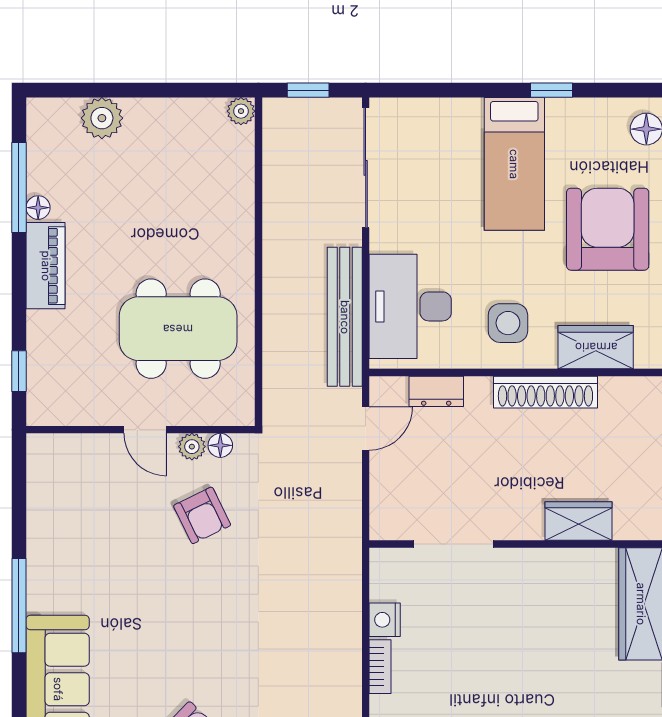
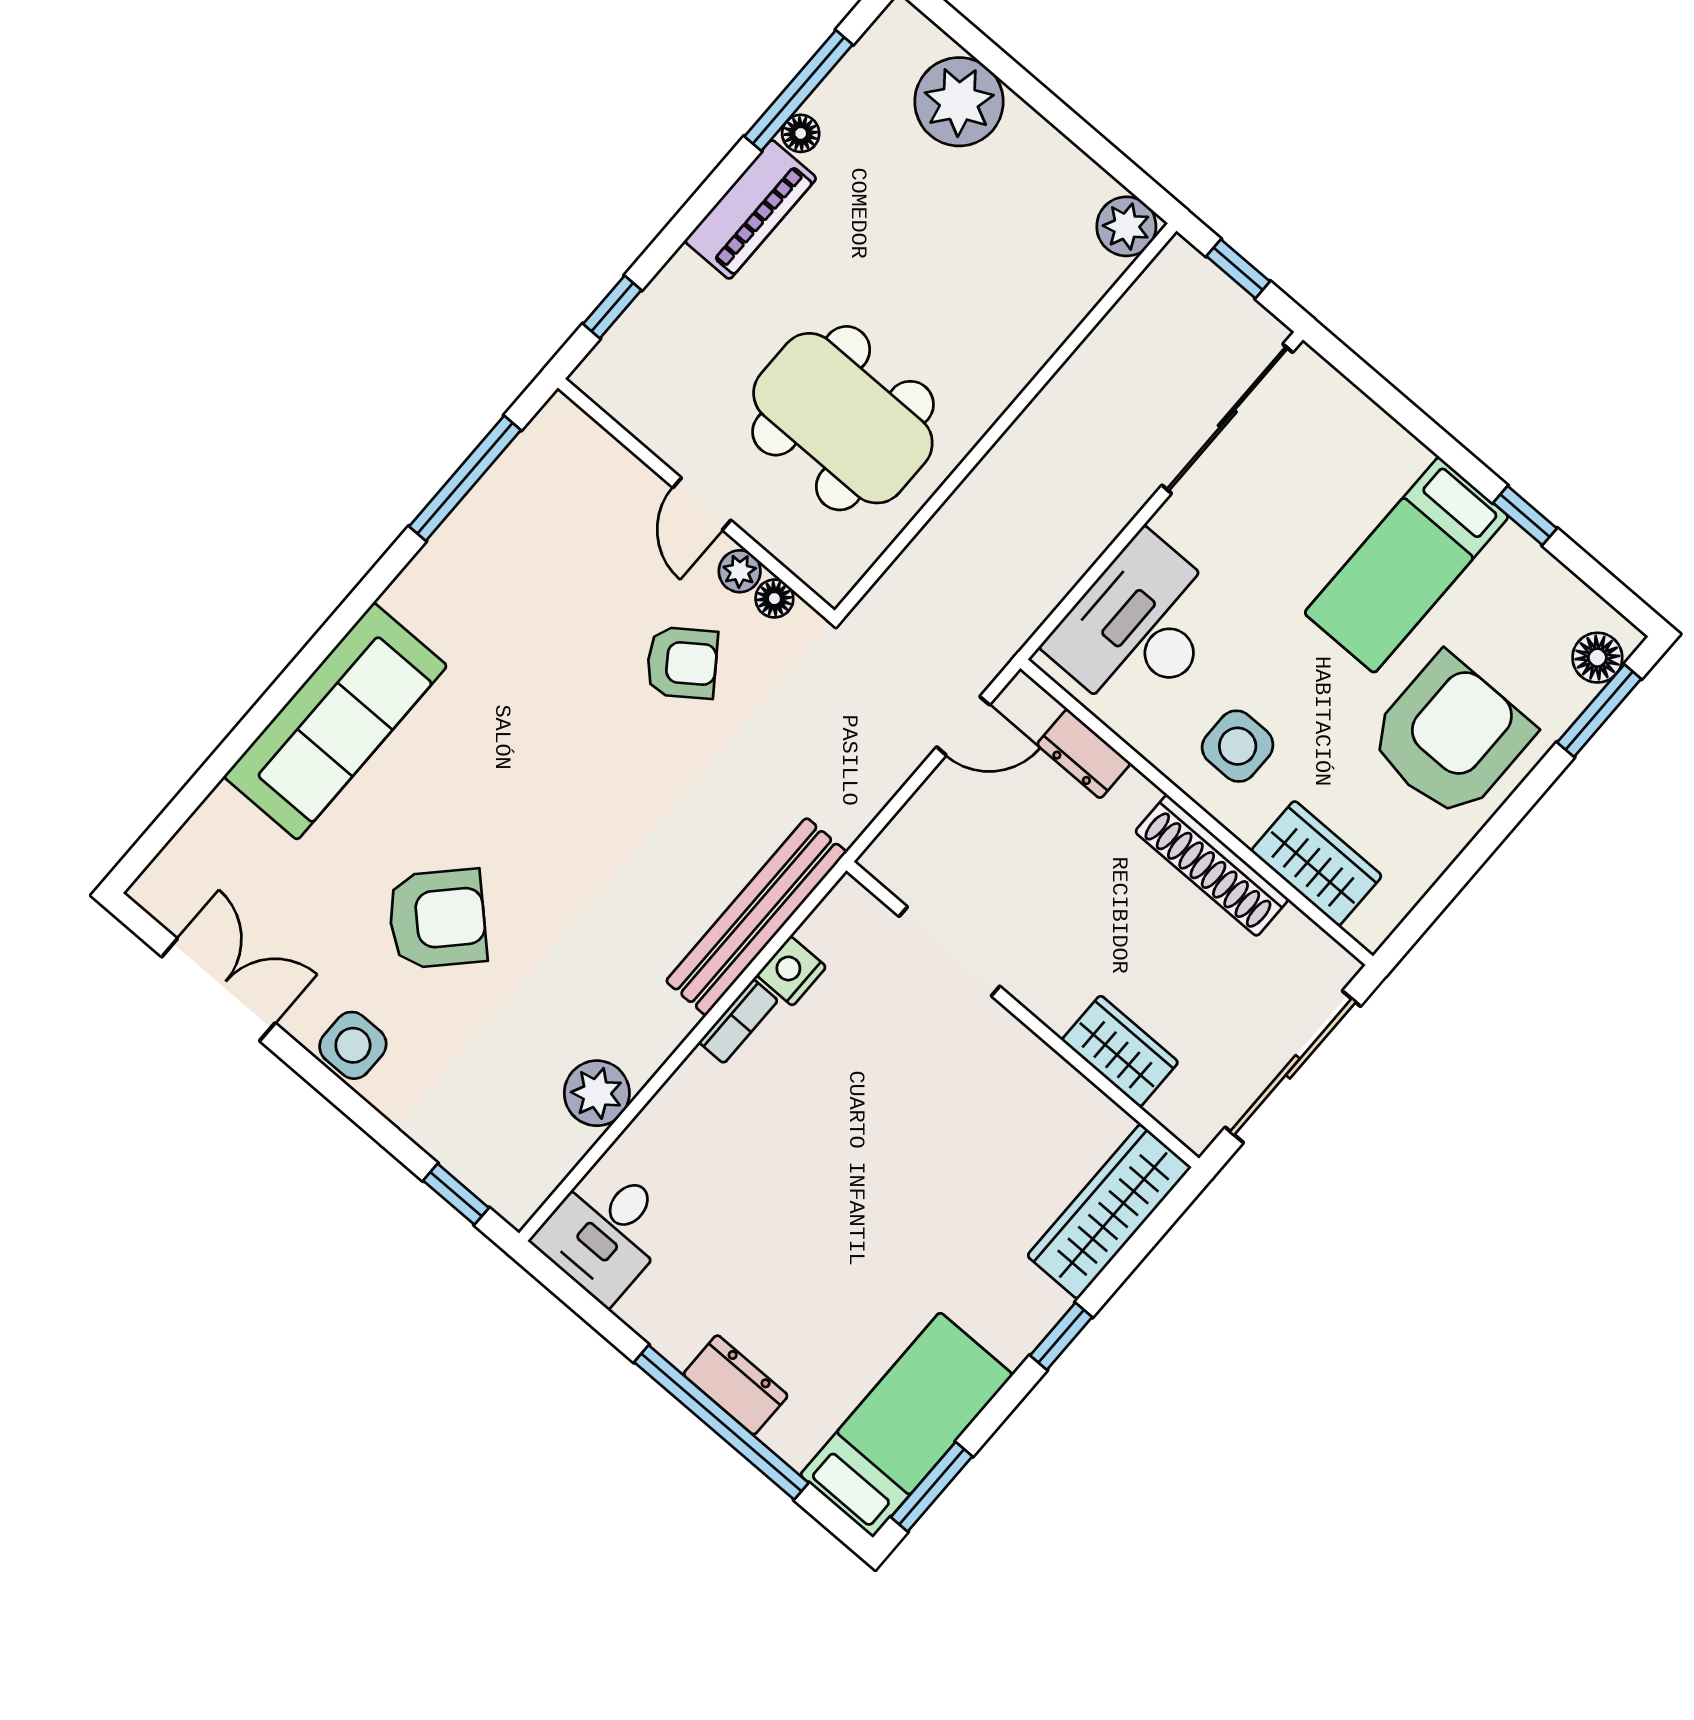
plant: (241, 111) -> (1126, 226), width x1.38, depth x1.38
plant: (102, 118) -> (959, 102), width x1.36, depth x1.36
bench: (345, 317) -> (756, 917), moved
armchair: (202, 515) -> (682, 663), turned -100
window: (19, 606) -> (465, 478), moved

